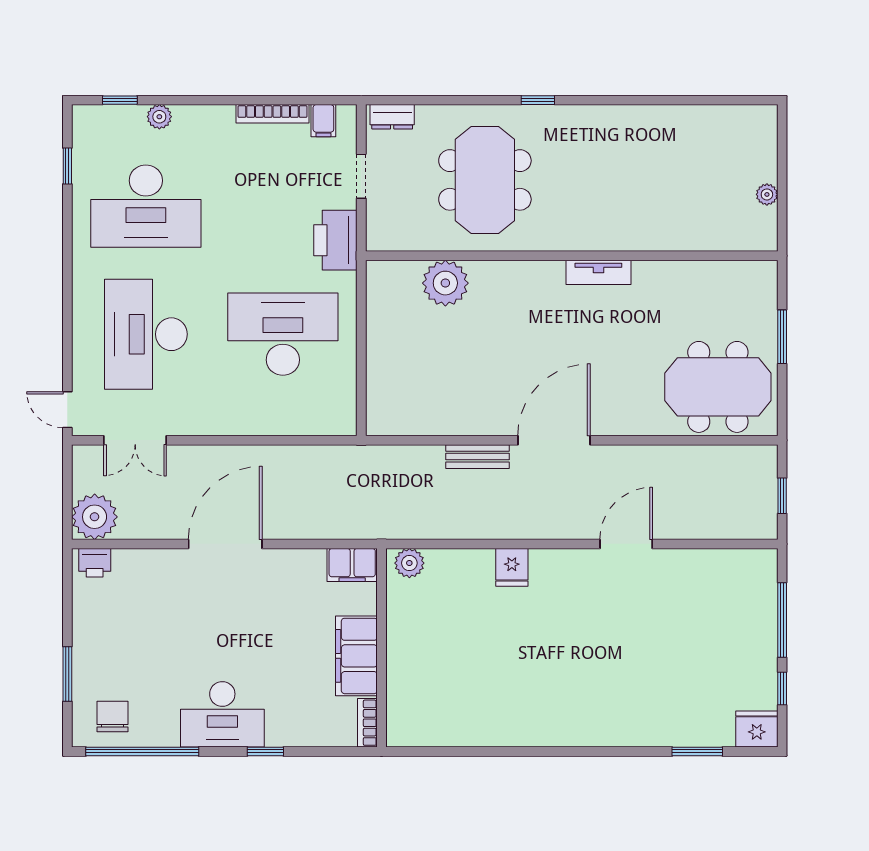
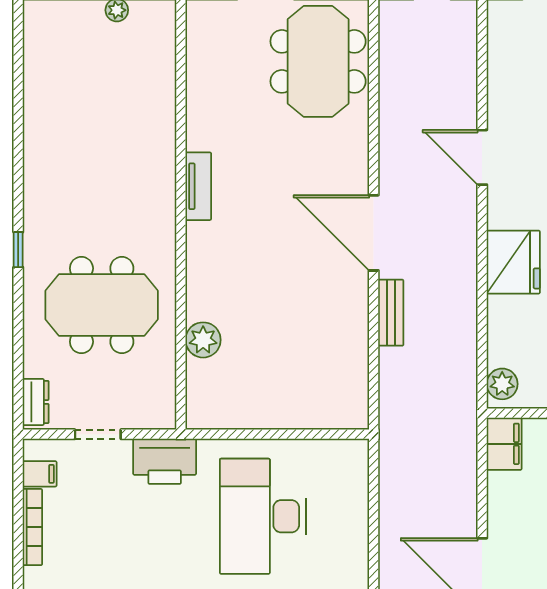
plant: (445, 283) -> (203, 340), width x0.73, depth x0.73
fridge: (512, 567) -> (513, 262), width x1.88, depth x1.34

